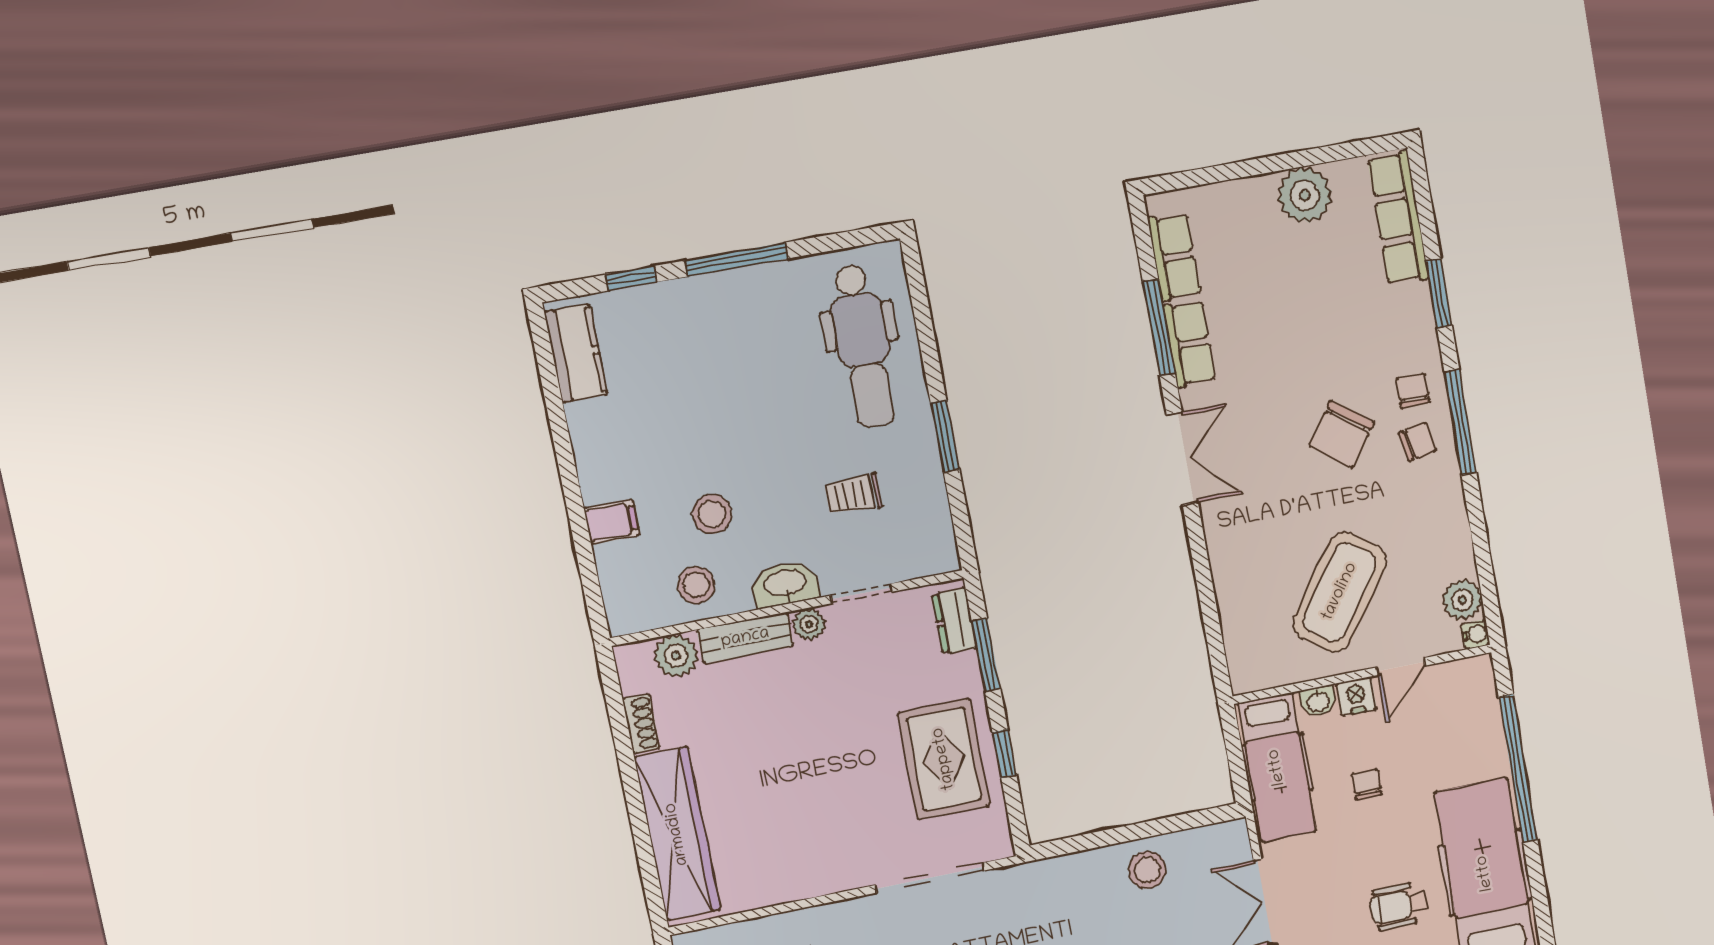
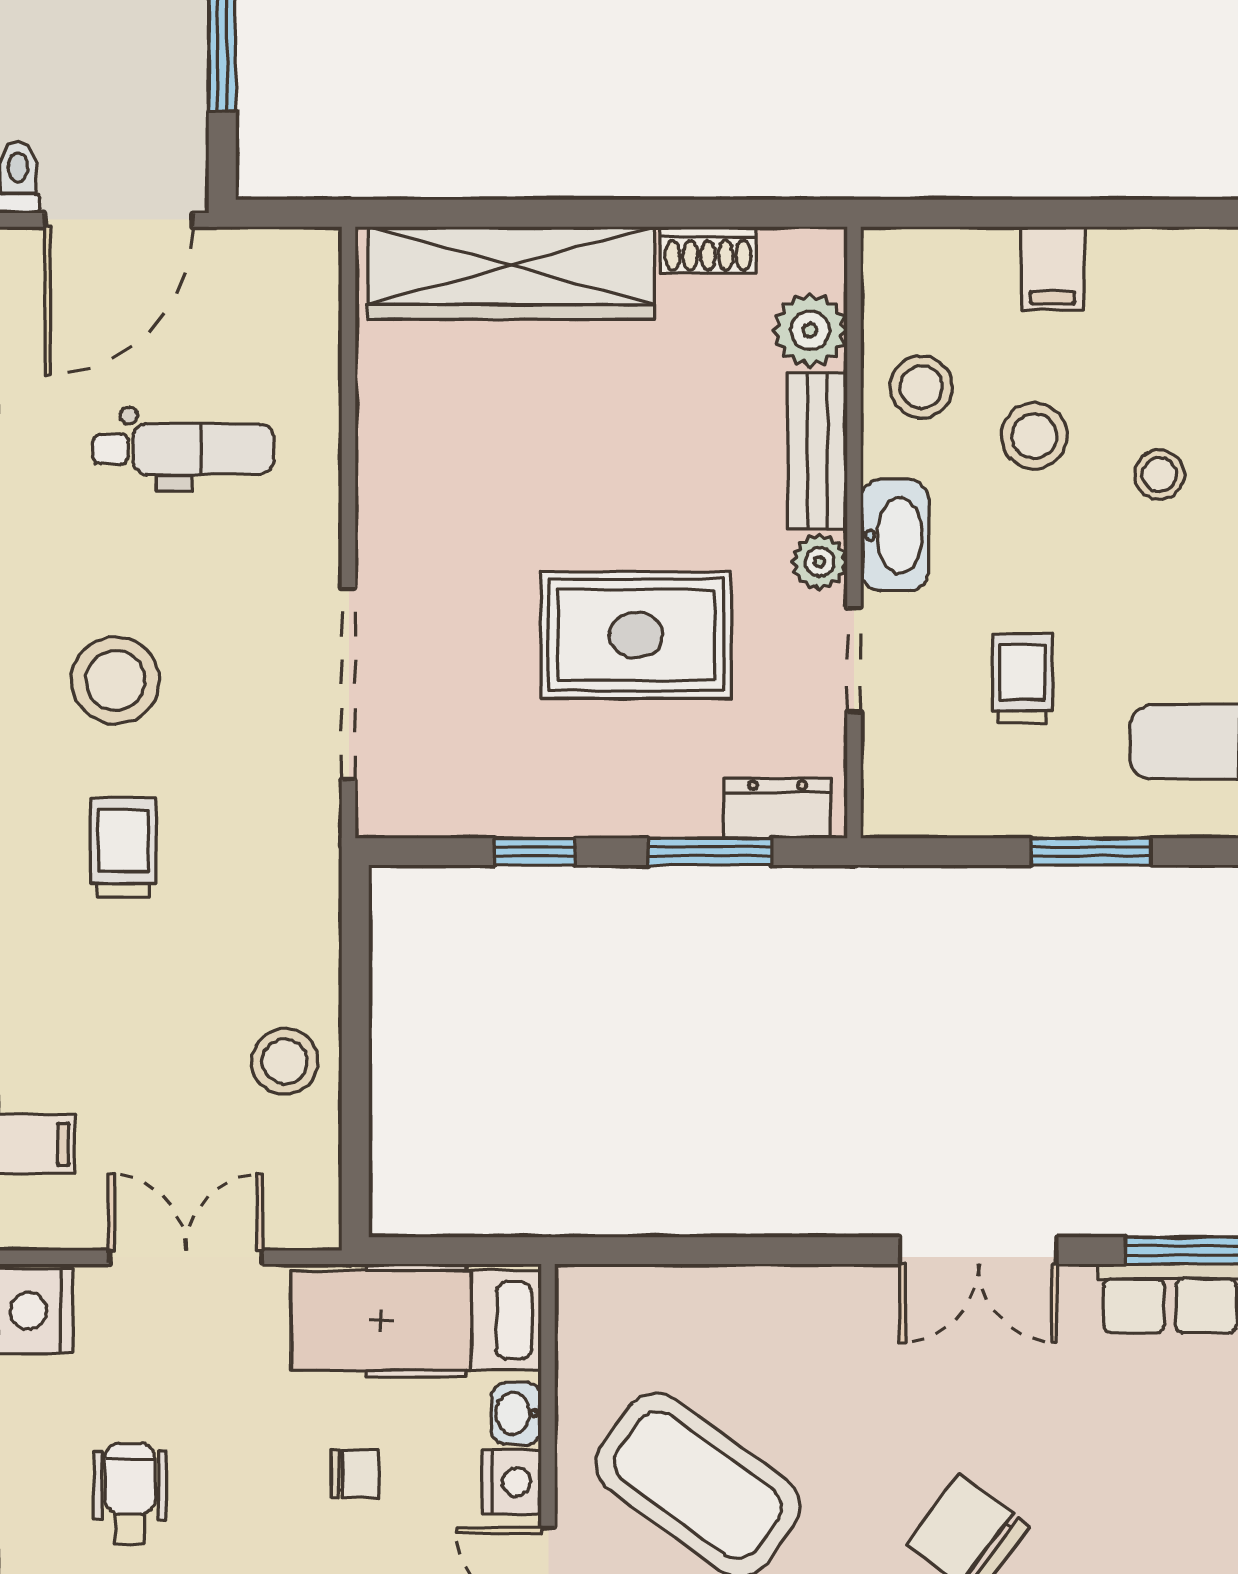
stool: (720, 437) -> (1160, 475), added
rug: (944, 759) -> (636, 635), moved

